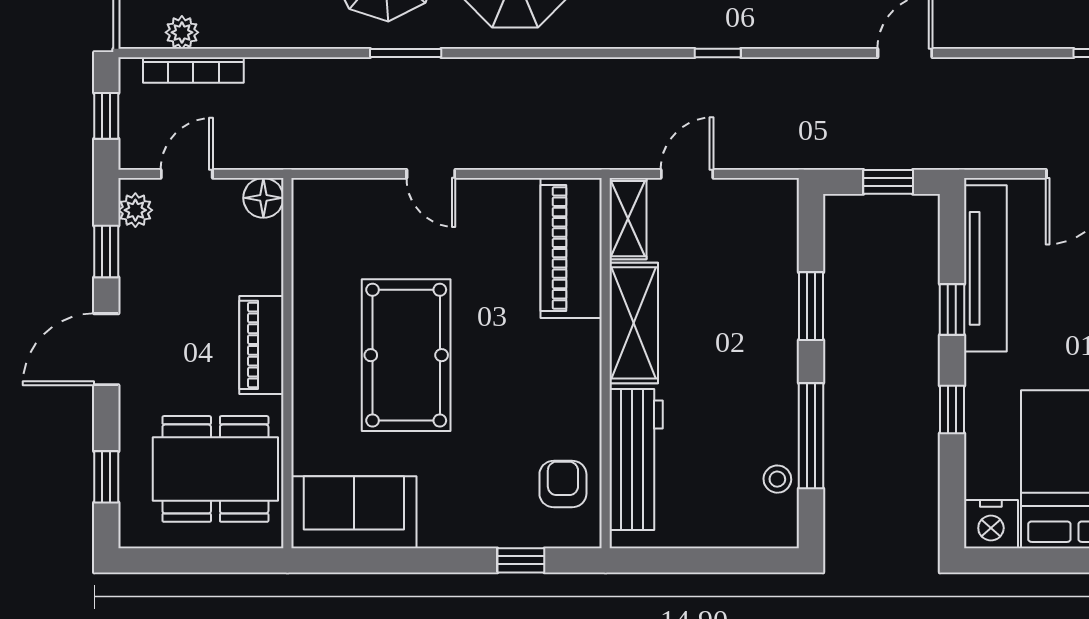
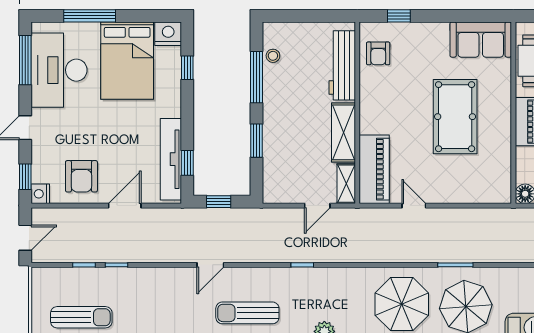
door: (431, 174) -> (414, 206), moved
window: (952, 310) -> (187, 163), moved
window: (952, 409) -> (187, 68), moved

